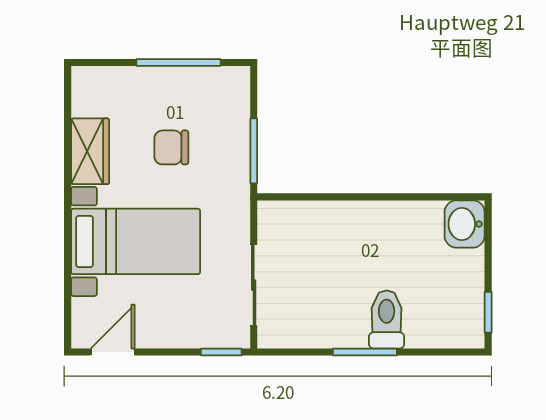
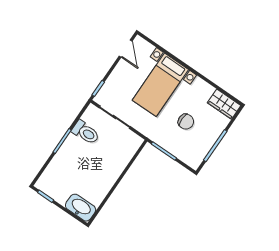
chair: (171, 147) -> (186, 122), turned 90
wardrobe: (90, 151) -> (224, 104), moved
washbasin: (465, 224) -> (81, 208), width x1.38
toilet: (387, 319) -> (86, 132), moved

